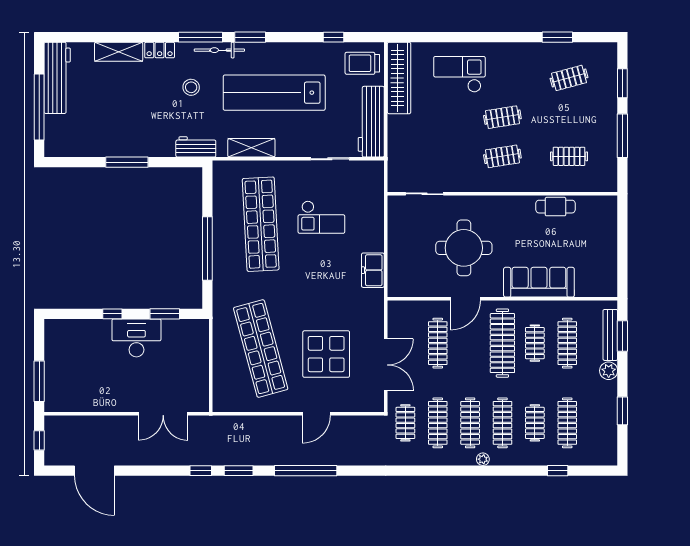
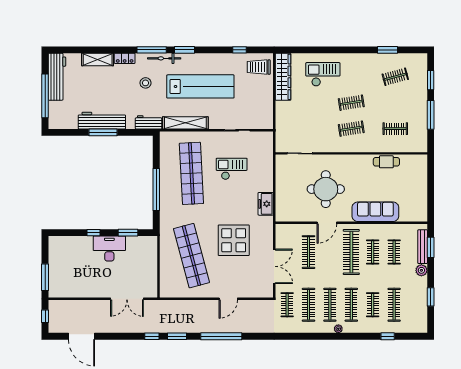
lab bench: (274, 93) -> (200, 86), turned 180
workbench: (371, 122) -> (102, 121), moved, turned 90
shelving: (251, 148) -> (185, 123), width x1.47
checkout: (321, 217) -> (232, 169), turned 180
clothes rail: (567, 343) -> (394, 252), width x0.73
display table: (326, 354) -> (234, 240), moved

